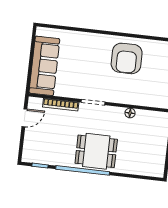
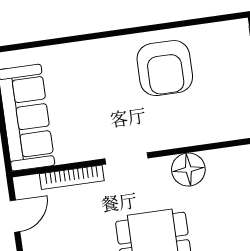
floor lamp: (130, 113) -> (188, 170), width x1.89, depth x1.89

